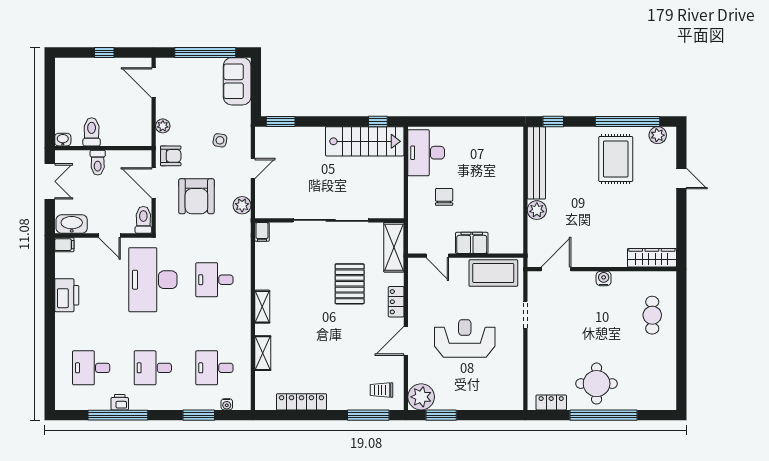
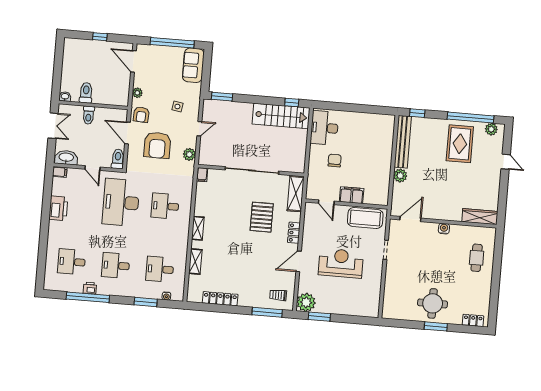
armchair: (171, 156) -> (141, 115), turned 93
locker: (551, 402) -> (473, 320), moved
window: (604, 415) -> (436, 326), width x0.47

